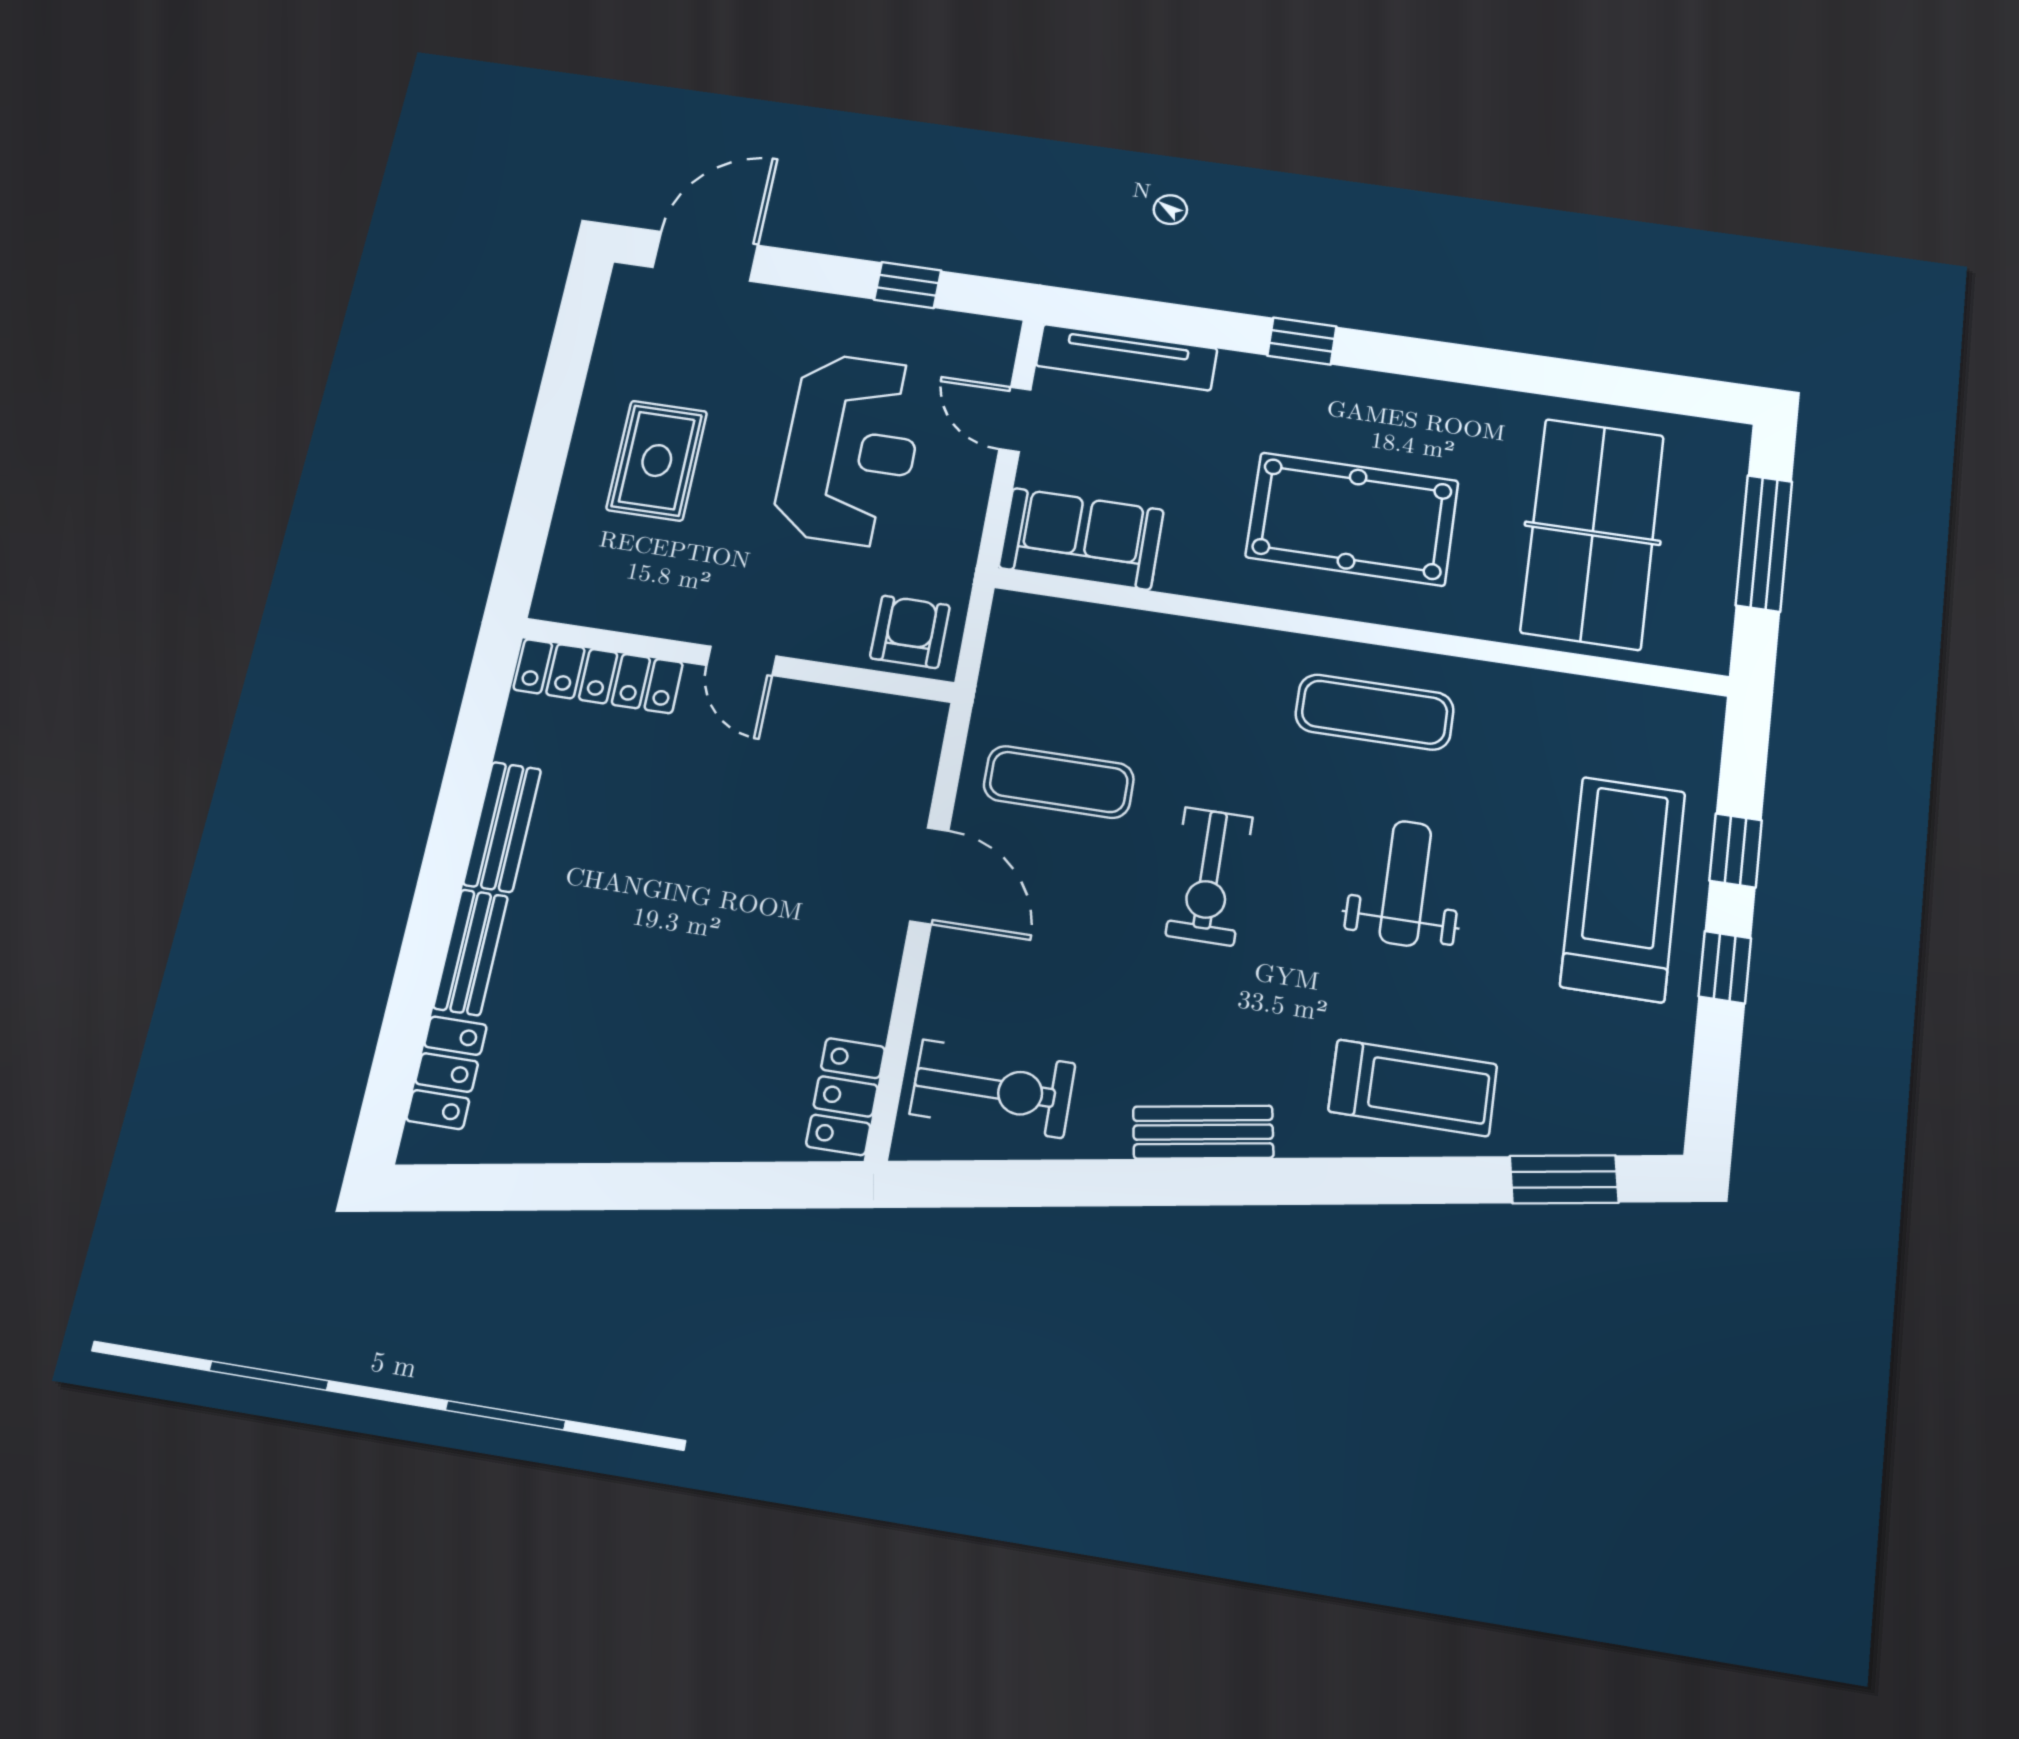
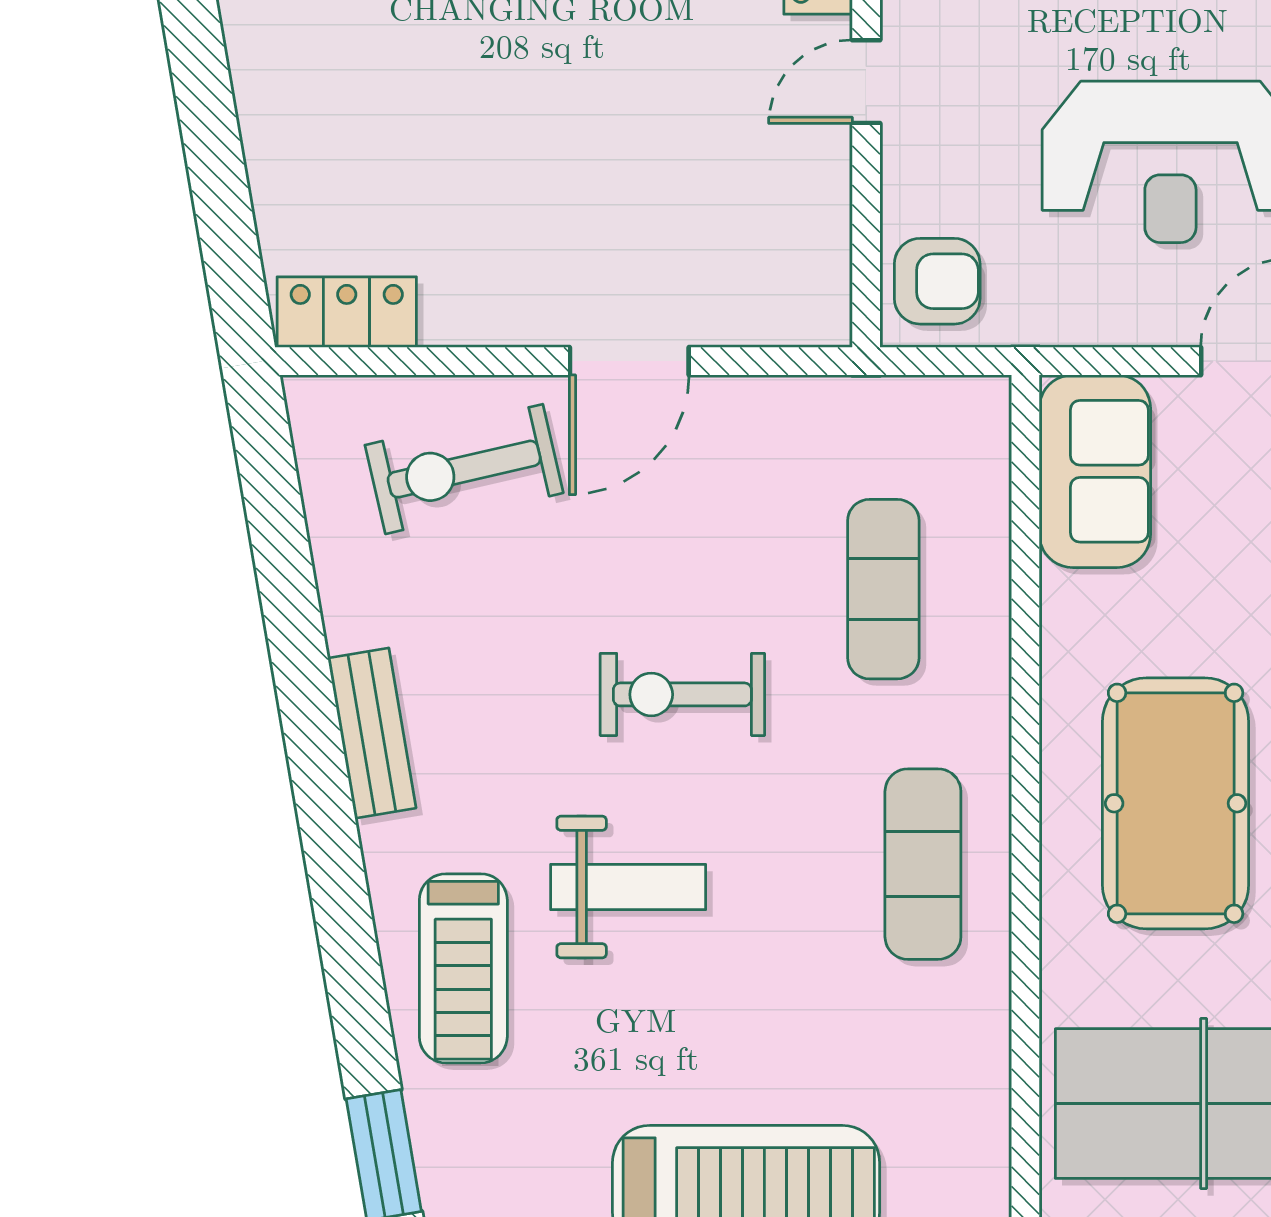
exercise mat: (1059, 782) -> (883, 589), moved
weight bench: (1405, 883) -> (628, 887), moved
exercise bike: (993, 1089) -> (464, 469), moved, turned 77

